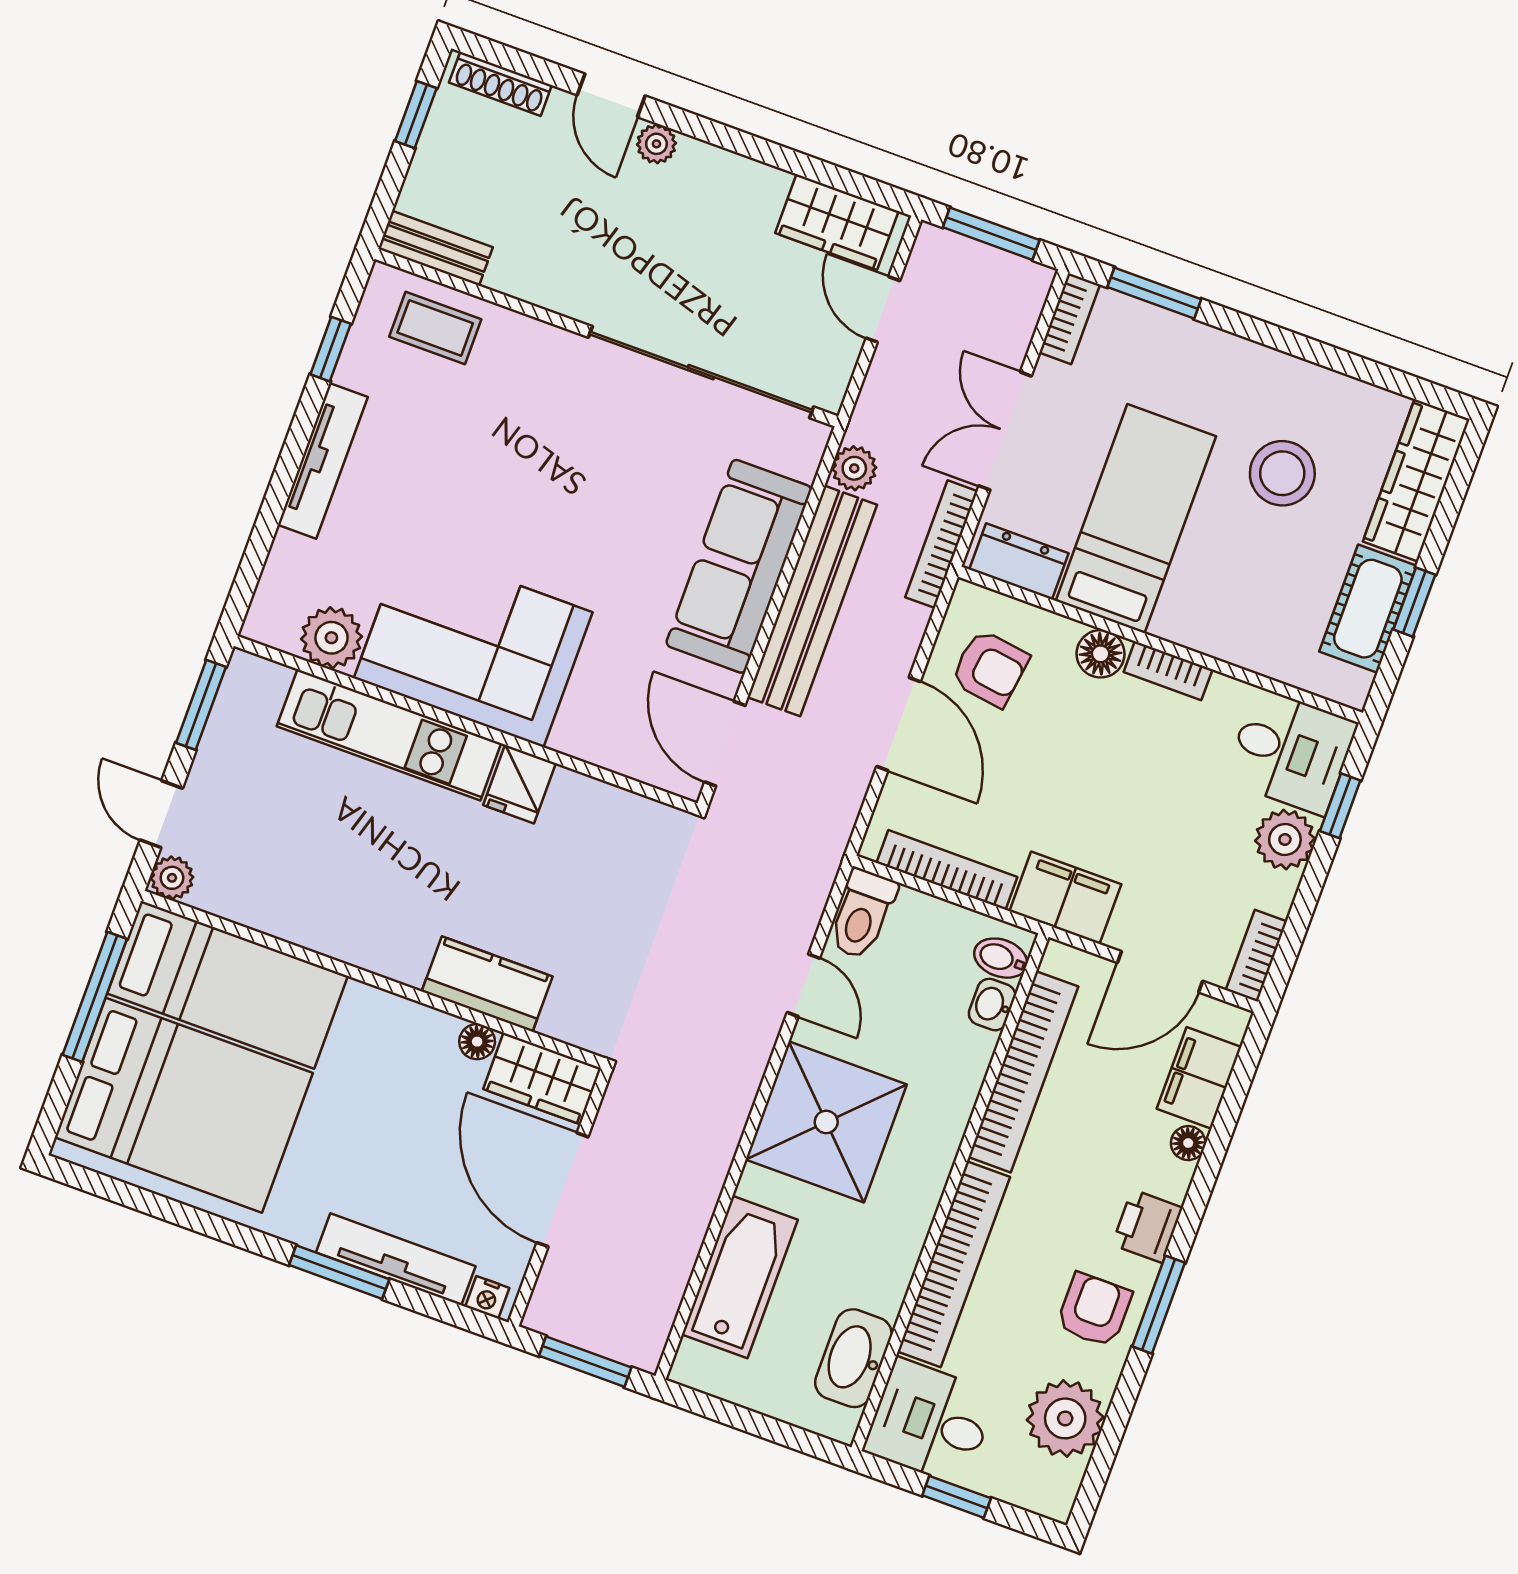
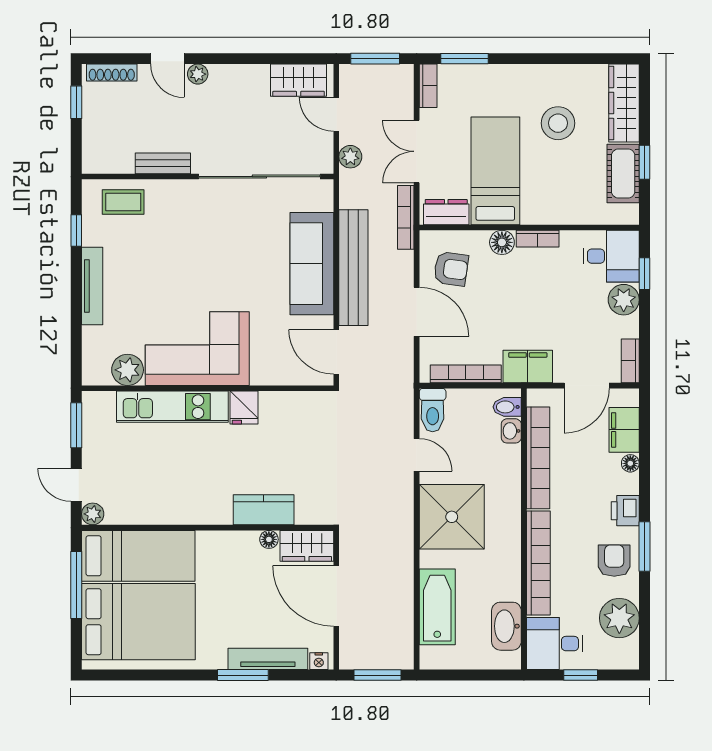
bench: (435, 248) -> (163, 163), moved
plant: (854, 468) -> (350, 157), moved

